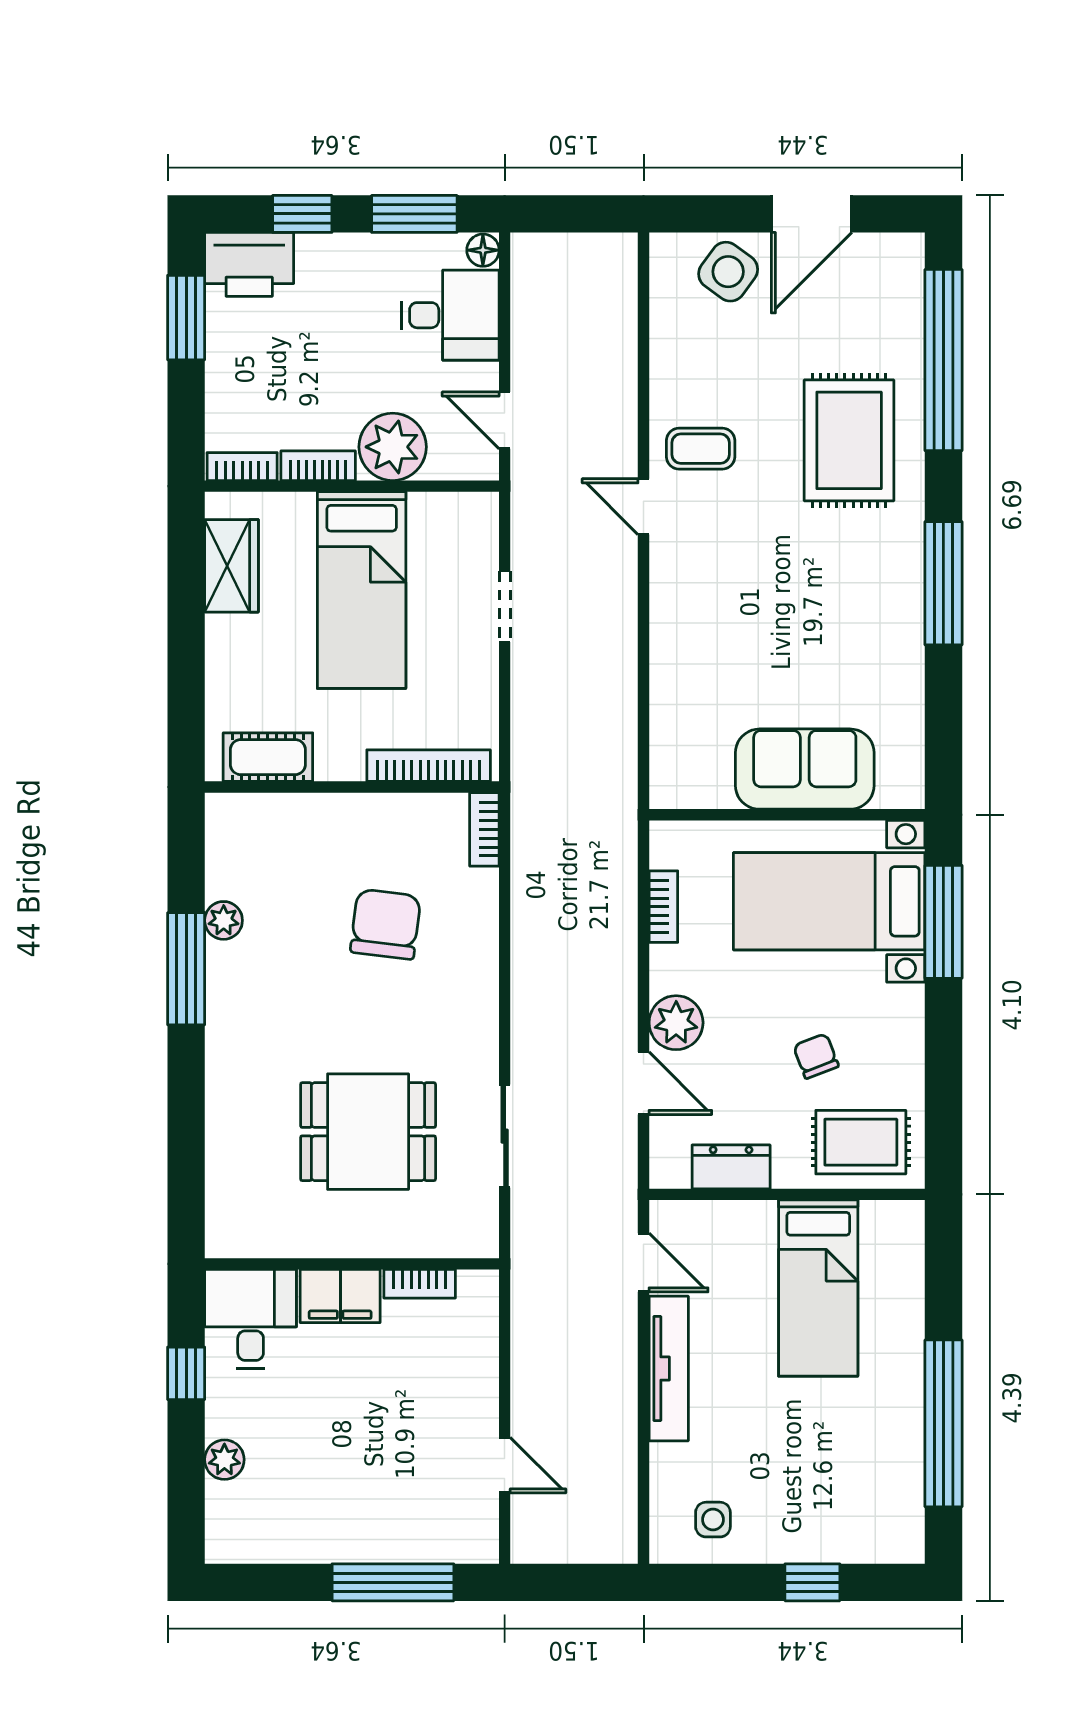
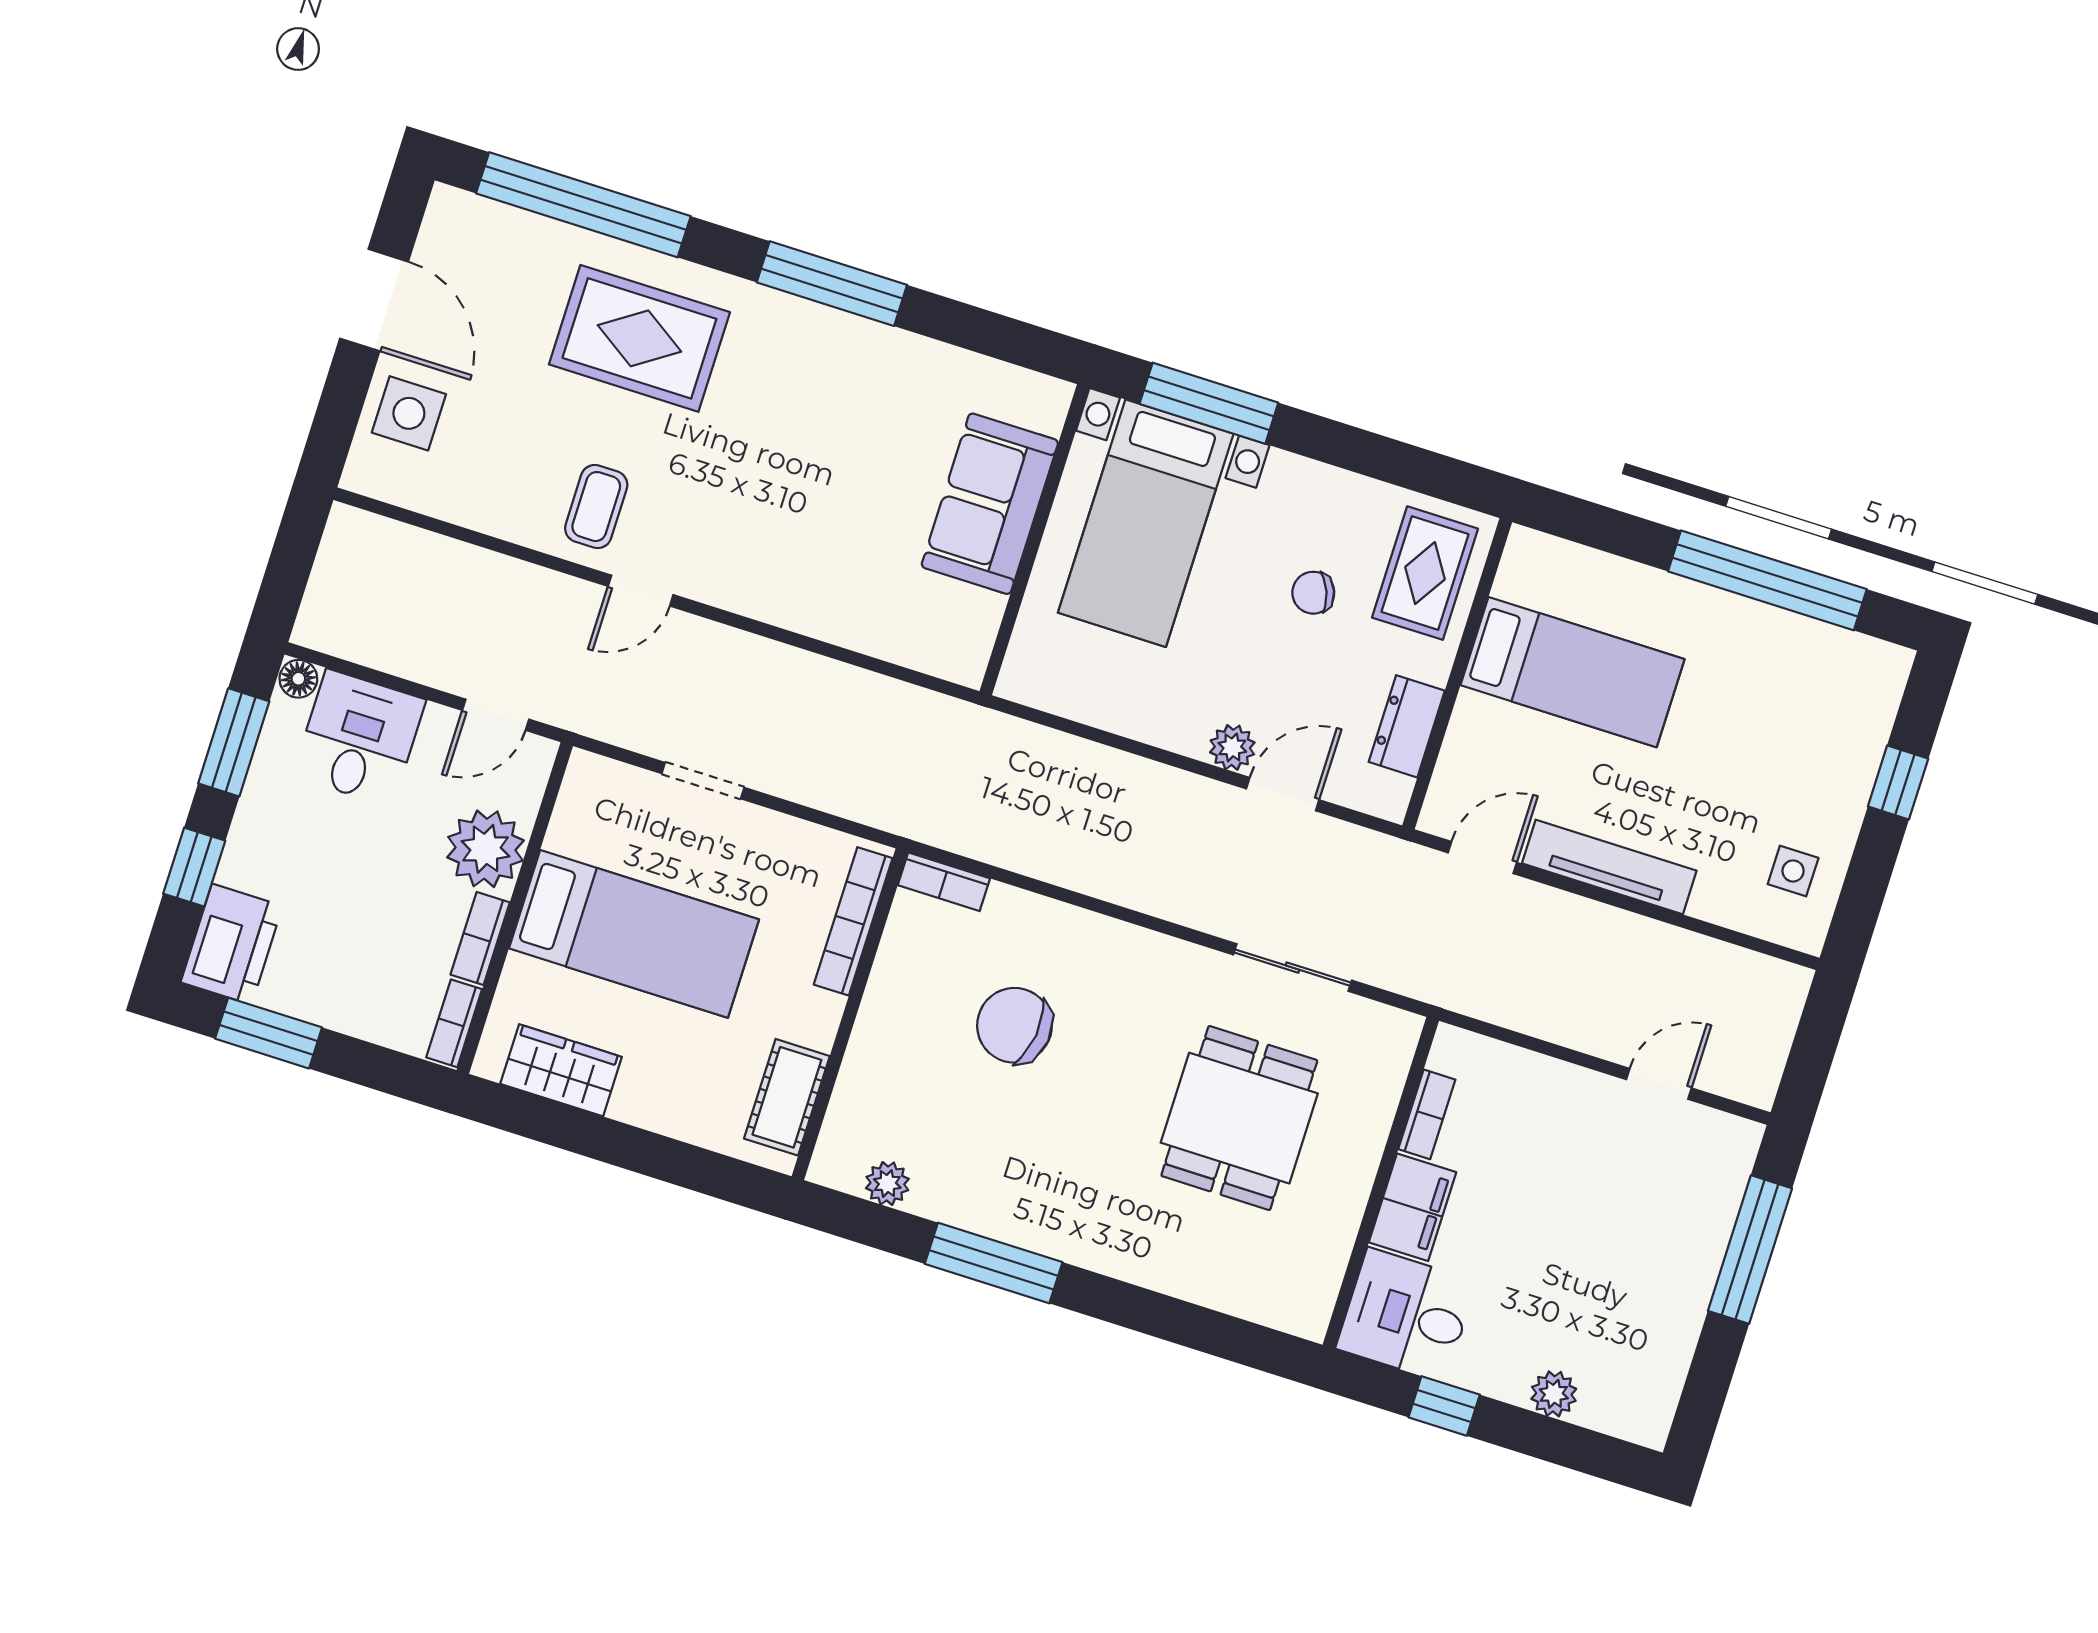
side table: (728, 272) -> (409, 413), turned -36
bookcase: (663, 907) -> (1093, 710), removed
plant: (224, 920) -> (887, 1183), moved
plant: (676, 1023) -> (1232, 747), width x0.73, depth x0.73

